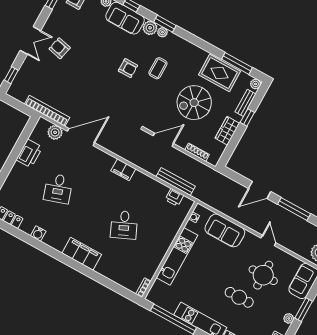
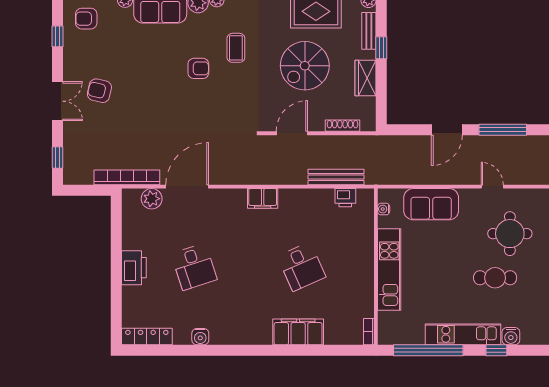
printer: (29, 153) -> (134, 268), moved
filing cabinet: (82, 254) -> (298, 332), moved

